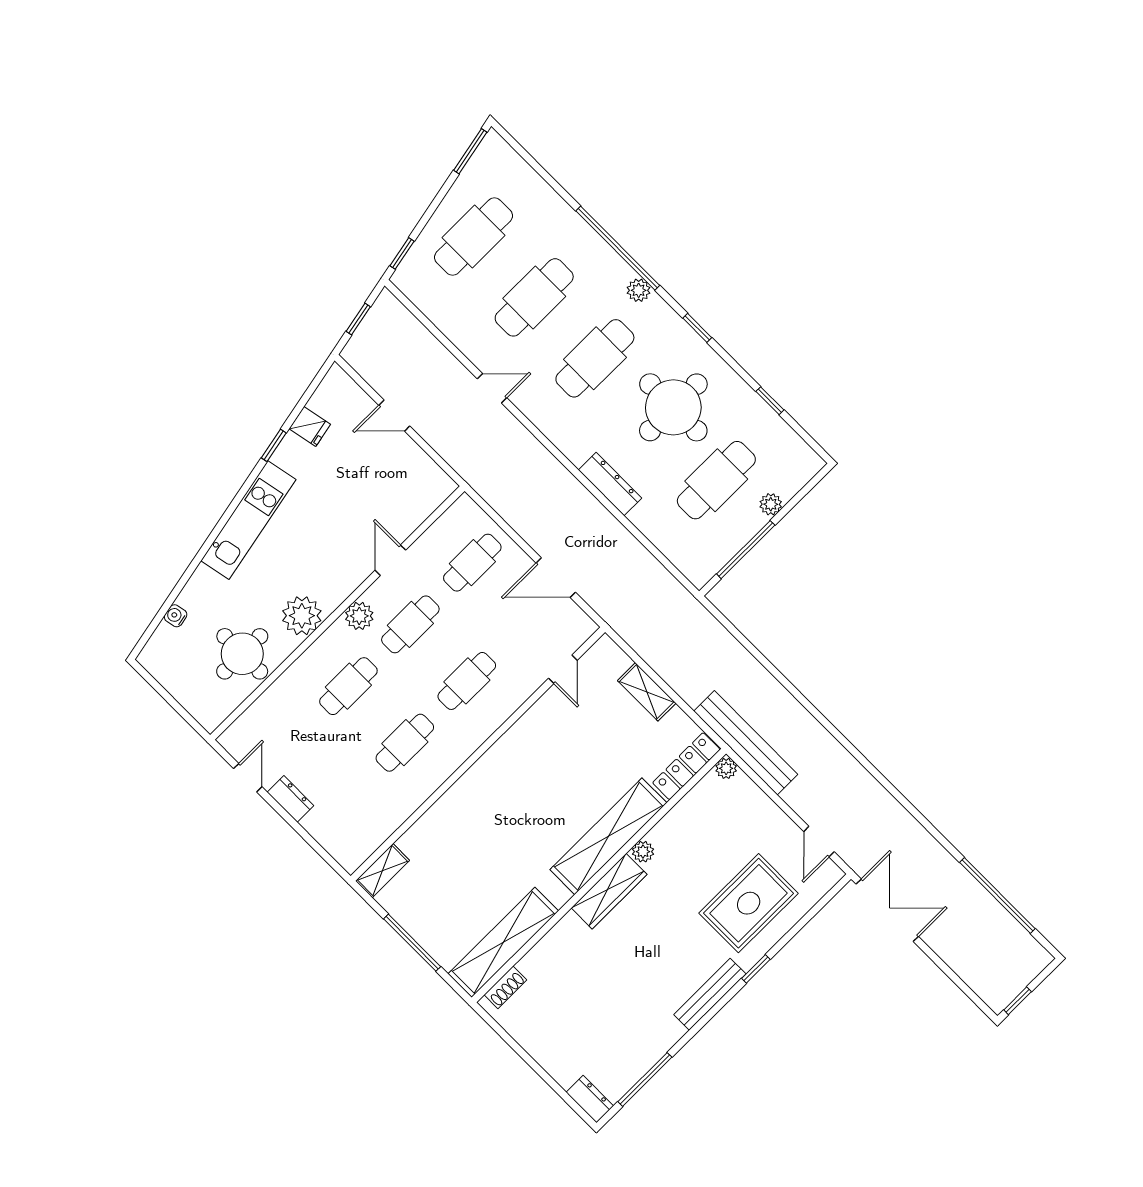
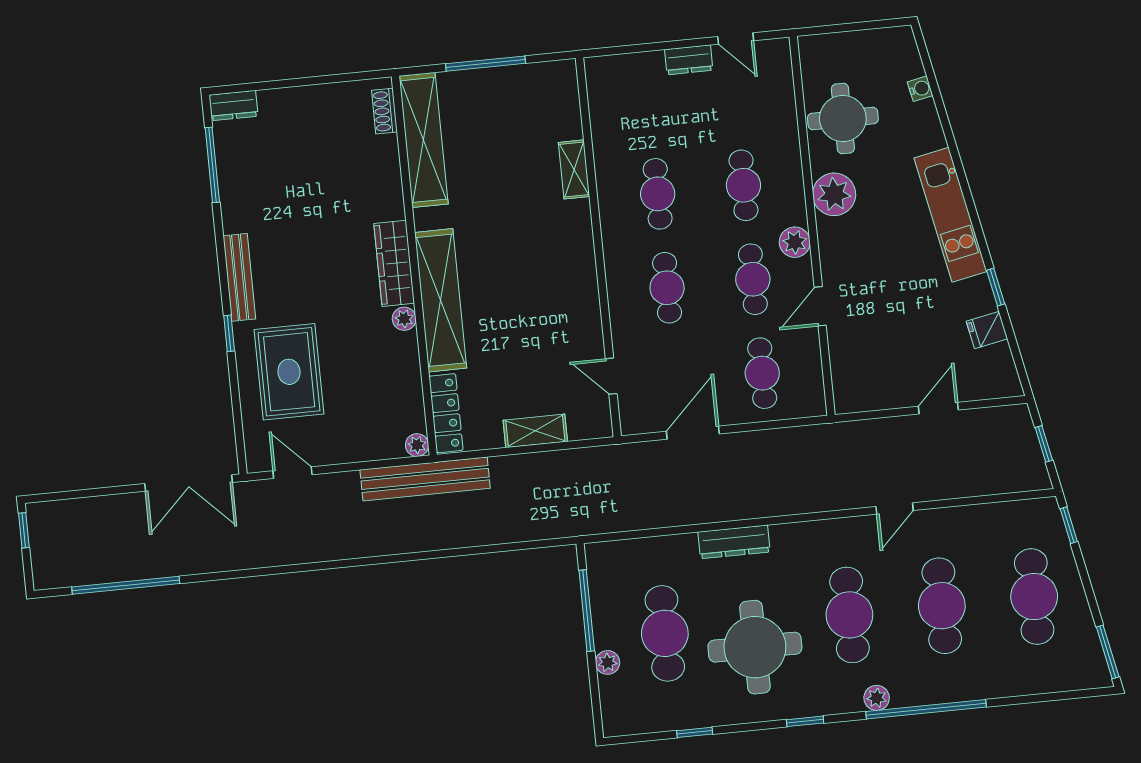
door: (390, 560) -> (820, 306), swing flipped
shelving: (382, 871) -> (574, 169), moved

